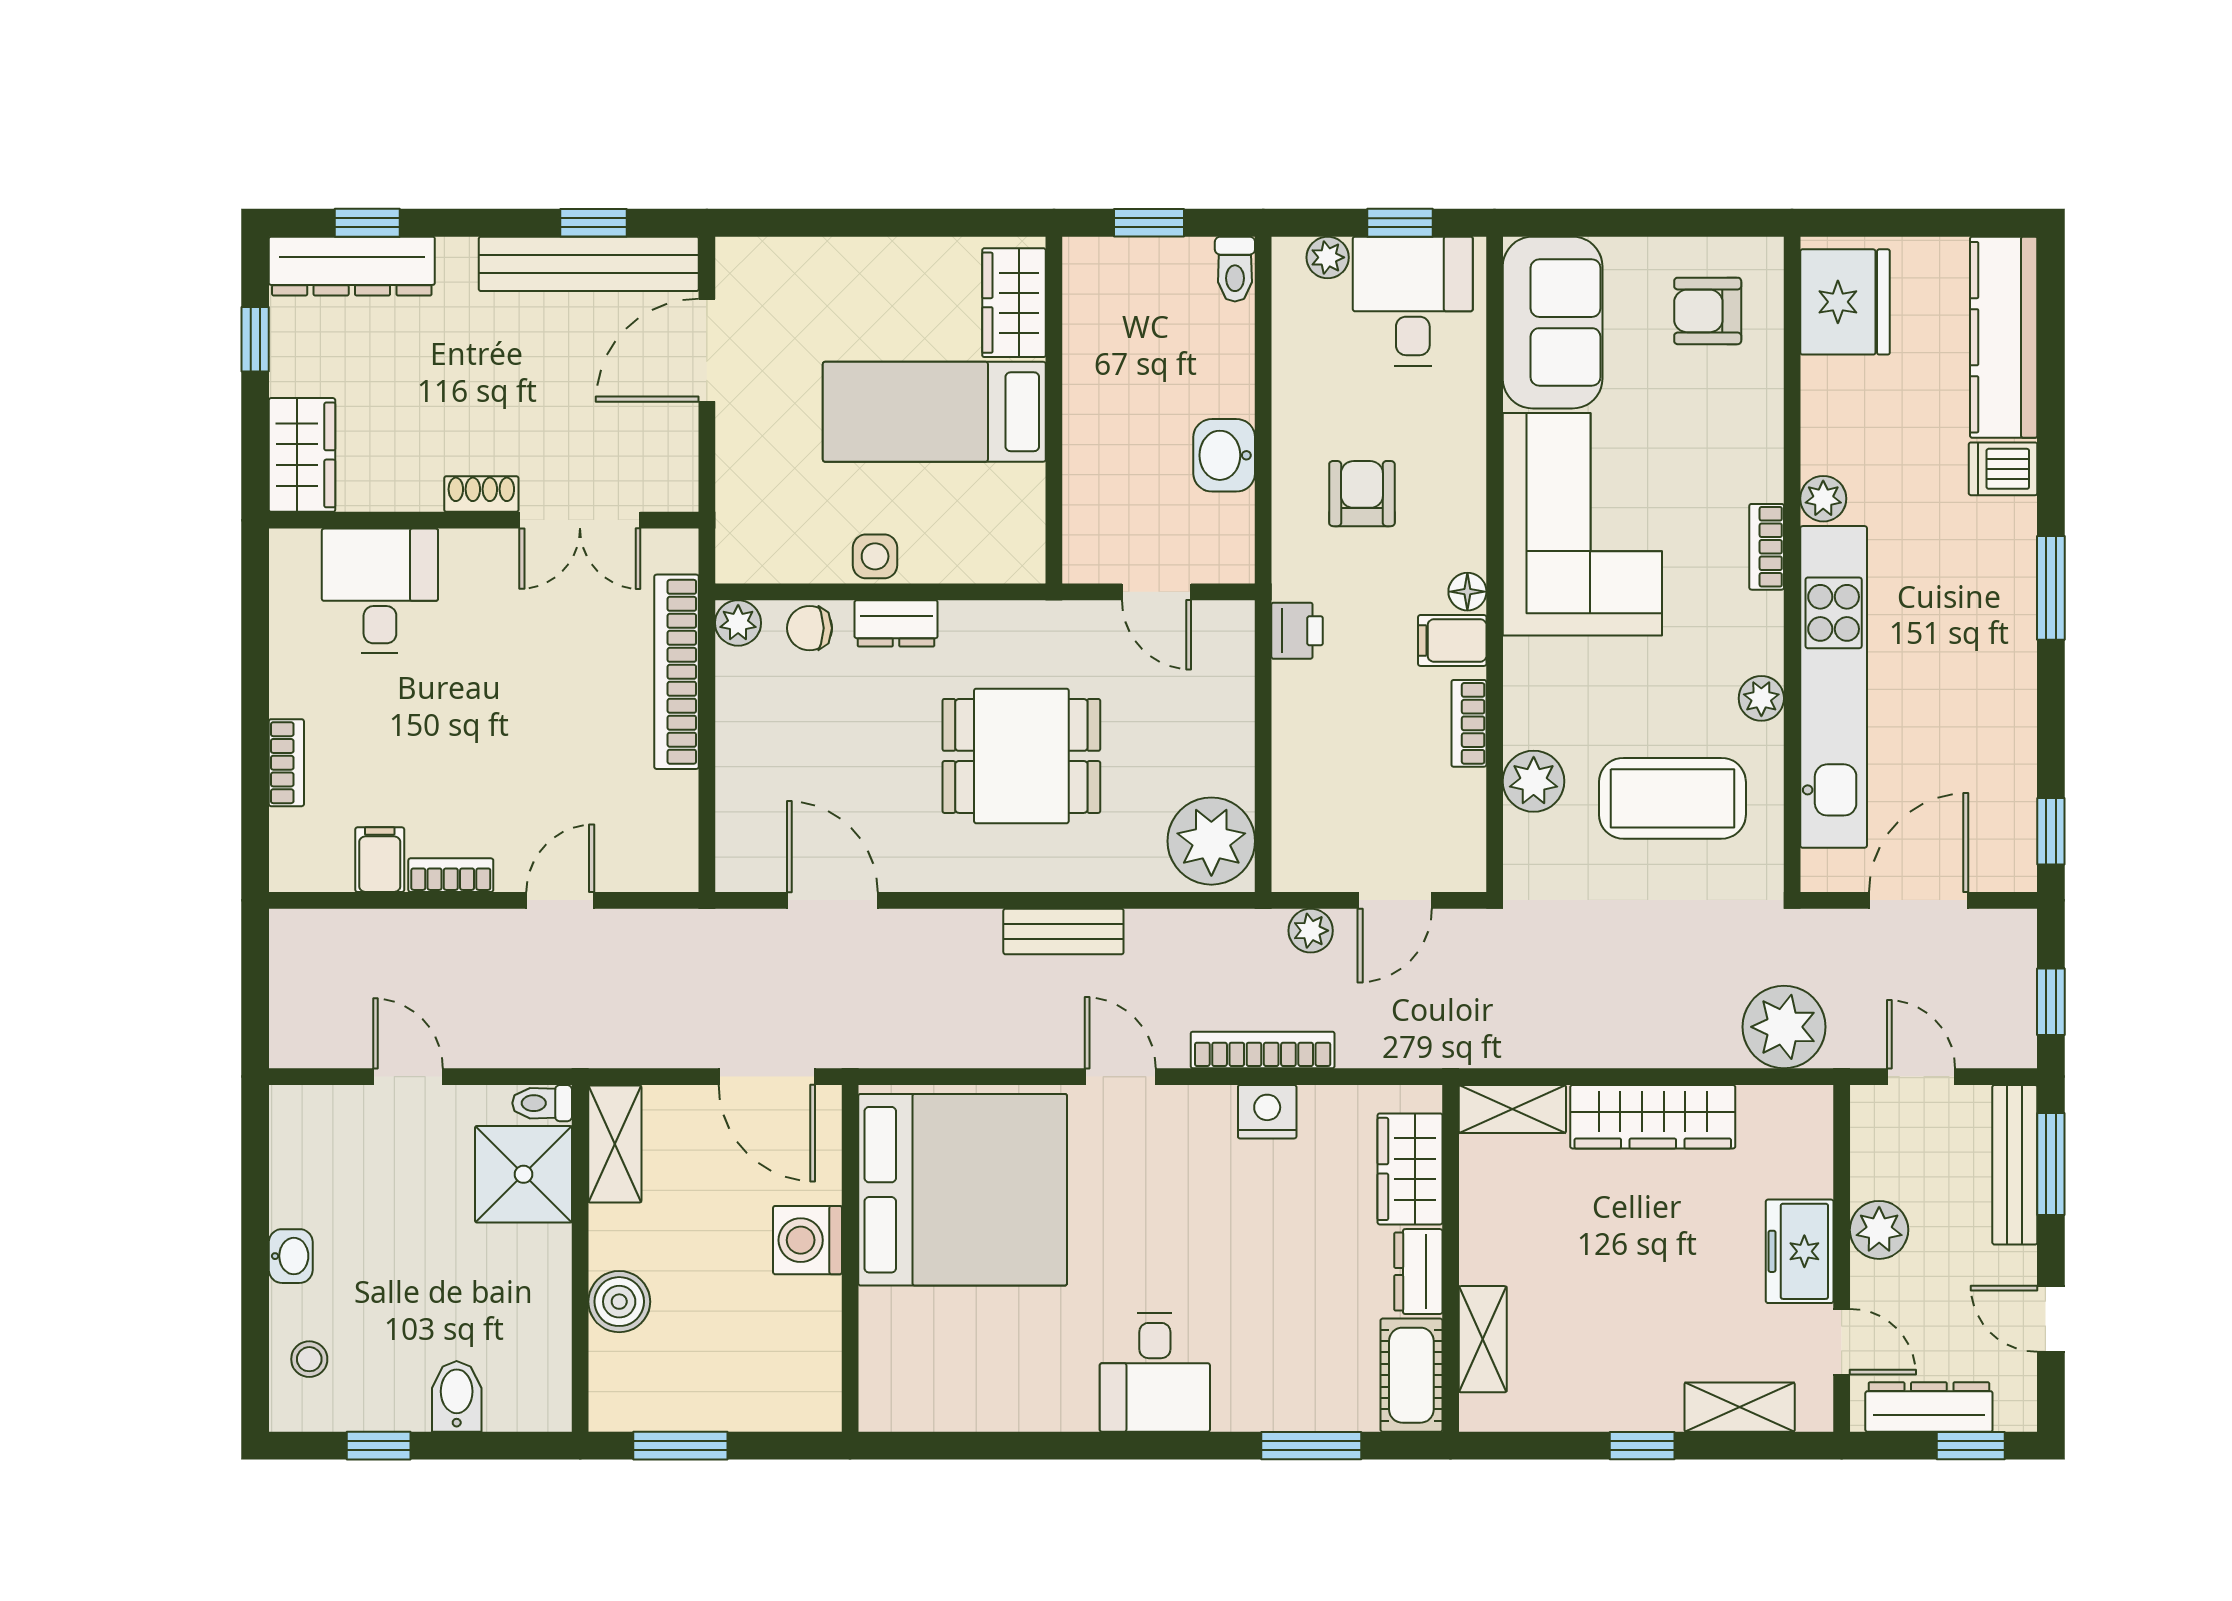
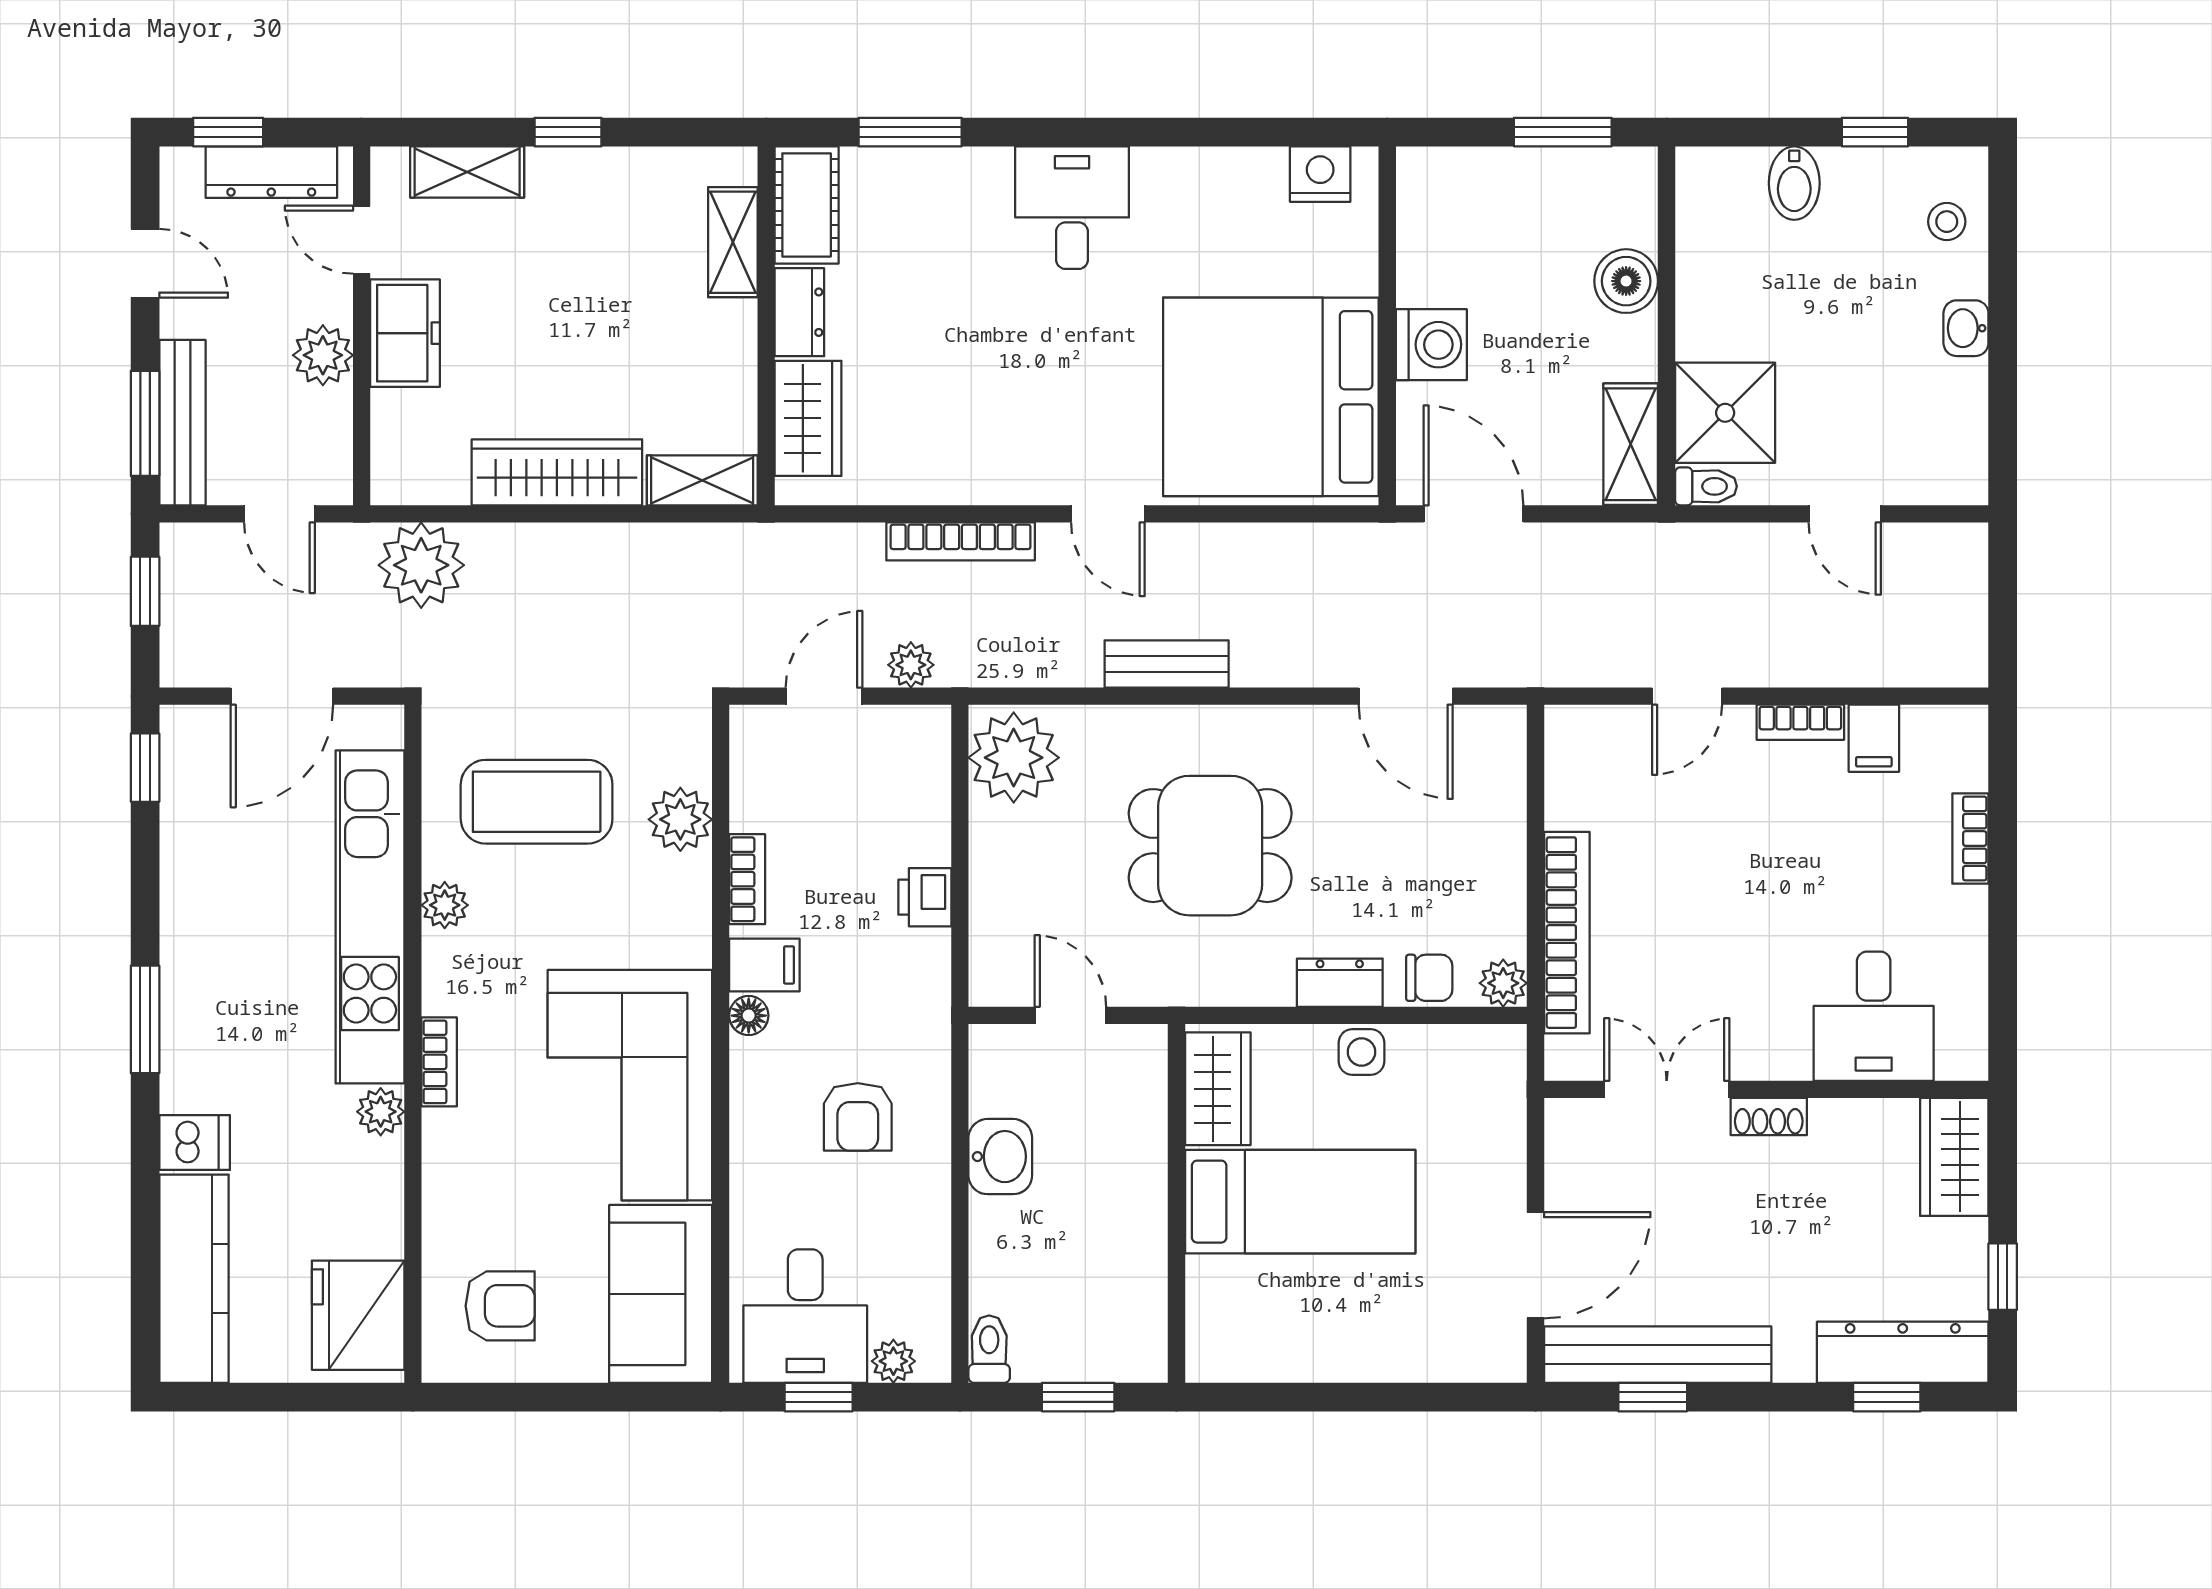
wardrobe: (1014, 303) -> (1218, 1089), moved
printer: (1297, 631) -> (925, 897), moved
nightstand: (1267, 1112) -> (1320, 174), moved, turned 180

